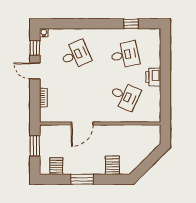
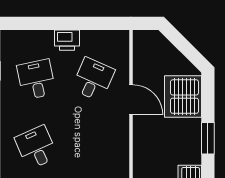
door: (82, 123) -> (131, 100), moved
server rack: (112, 165) -> (183, 97), width x2.18, depth x1.44

